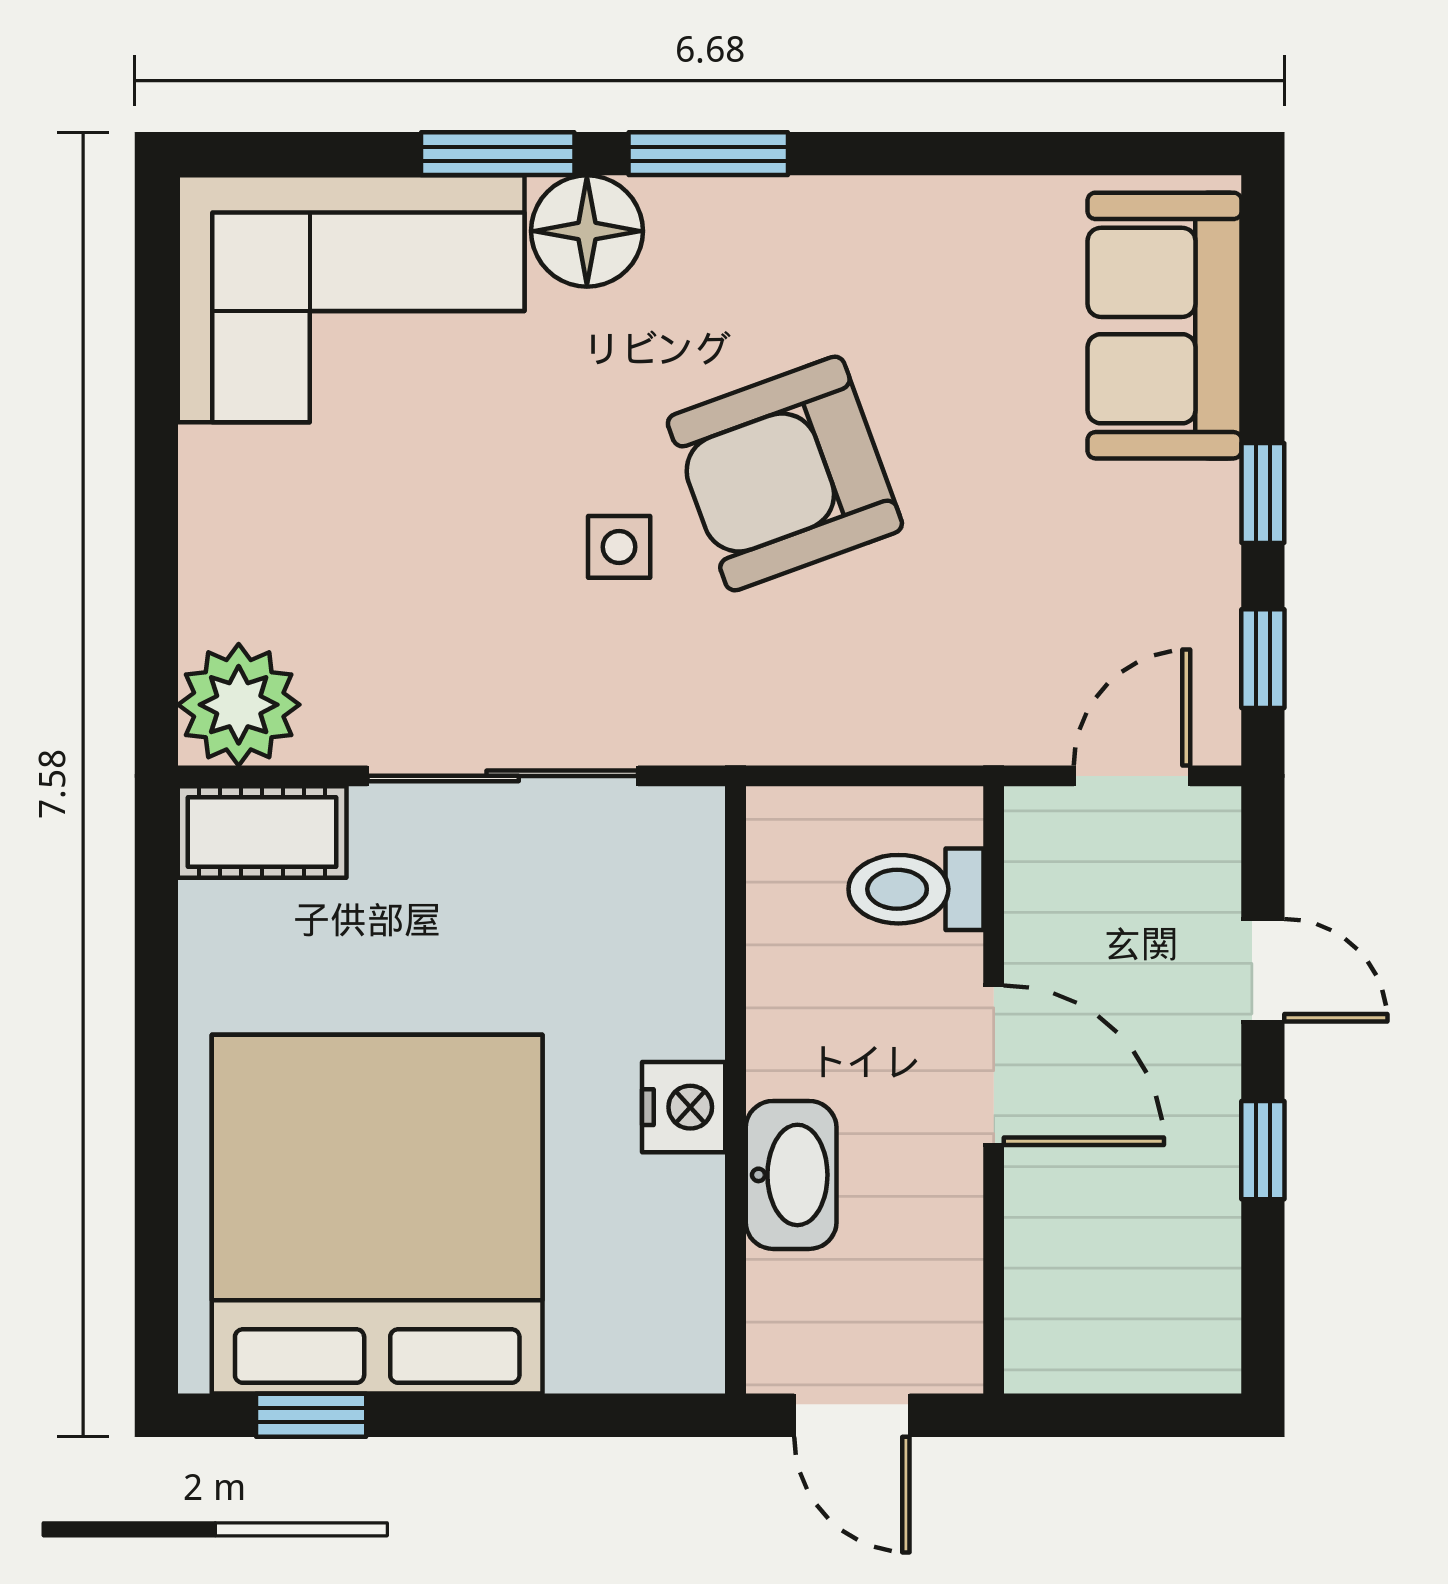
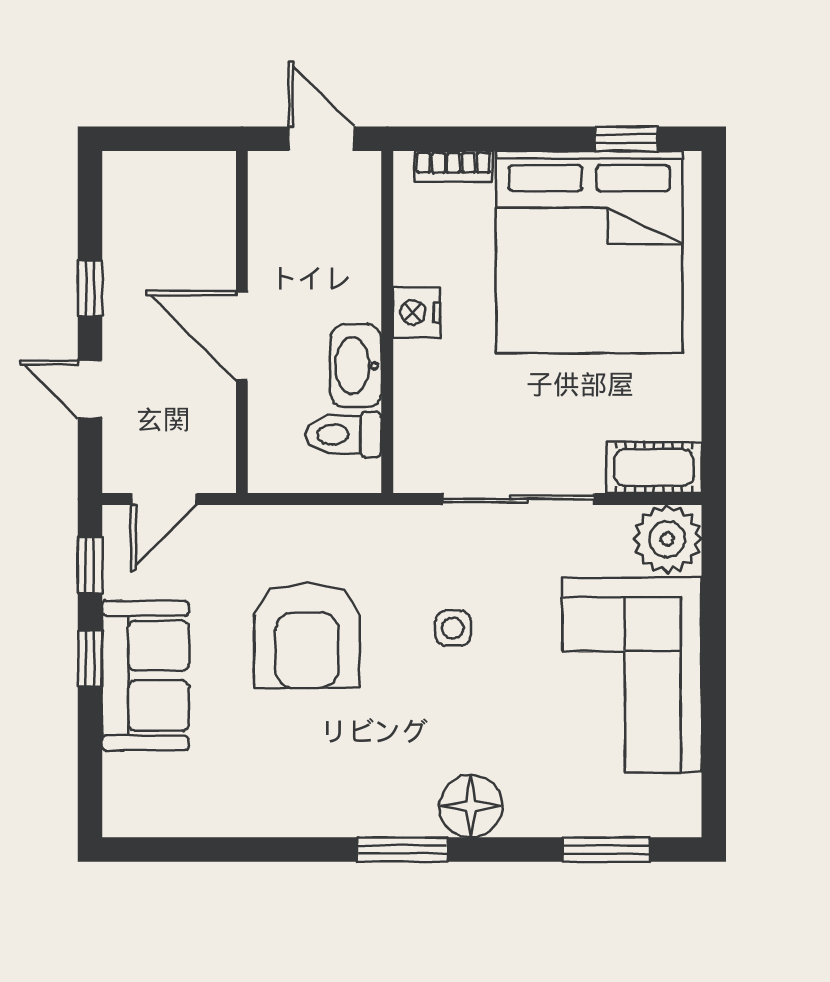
window: (498, 154) -> (606, 850), moved
corner sofa: (351, 299) -> (632, 675), moved, turned -90
sofa: (1165, 326) -> (146, 676), moved
armchair: (785, 474) -> (307, 635), moved, turned 110
toilet: (916, 889) -> (344, 434), moved, turned 180
washbasin: (791, 1175) -> (356, 366), moved
bookcase: (618, 1366) -> (453, 166), added

